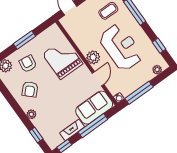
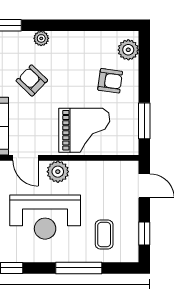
window: (24, 40) -> (144, 121), moved
armchair: (30, 89) -> (32, 80), moved

